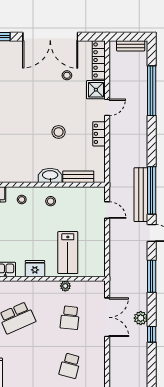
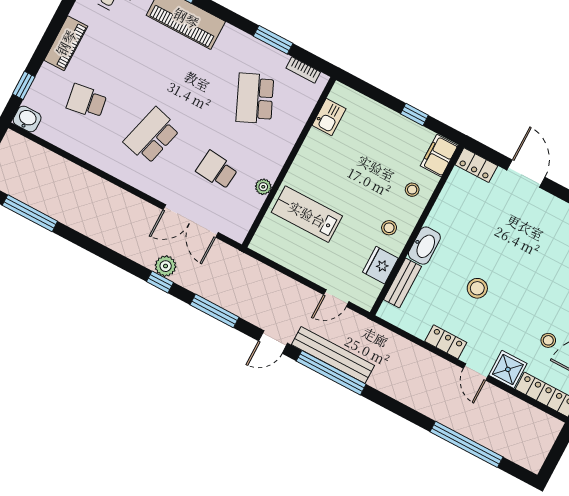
bench: (131, 46) -> (542, 448), removed
fridge: (35, 269) -> (380, 265), moved, turned 180
window: (152, 334) -> (160, 282), moved
school desk: (70, 366) -> (152, 136), width x1.85

